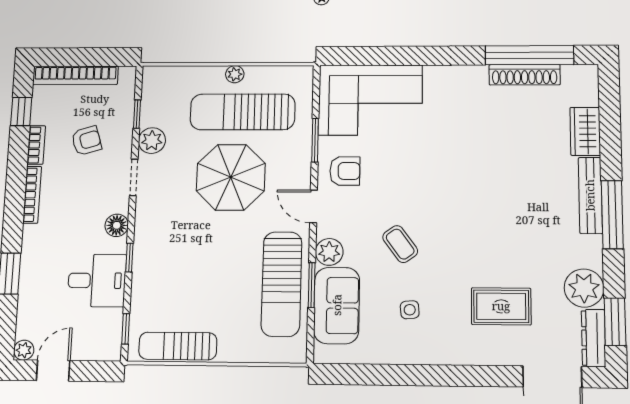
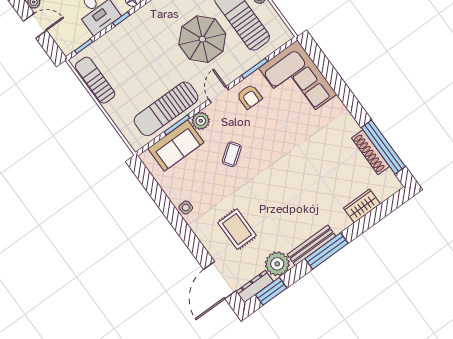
bench: (590, 195) -> (312, 245), moved
side table: (410, 310) -> (186, 208), moved

